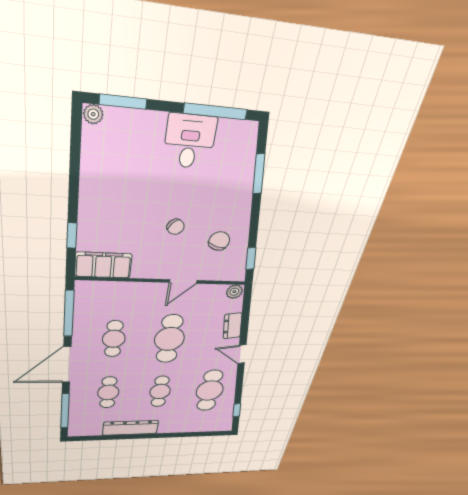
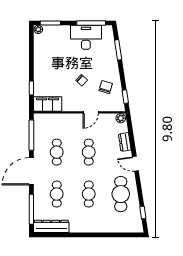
desk: (190, 142) -> (86, 37), width x1.37
cafe table: (169, 339) -> (89, 152), width x0.73, depth x0.74
dresser: (131, 428) -> (51, 226), moved

